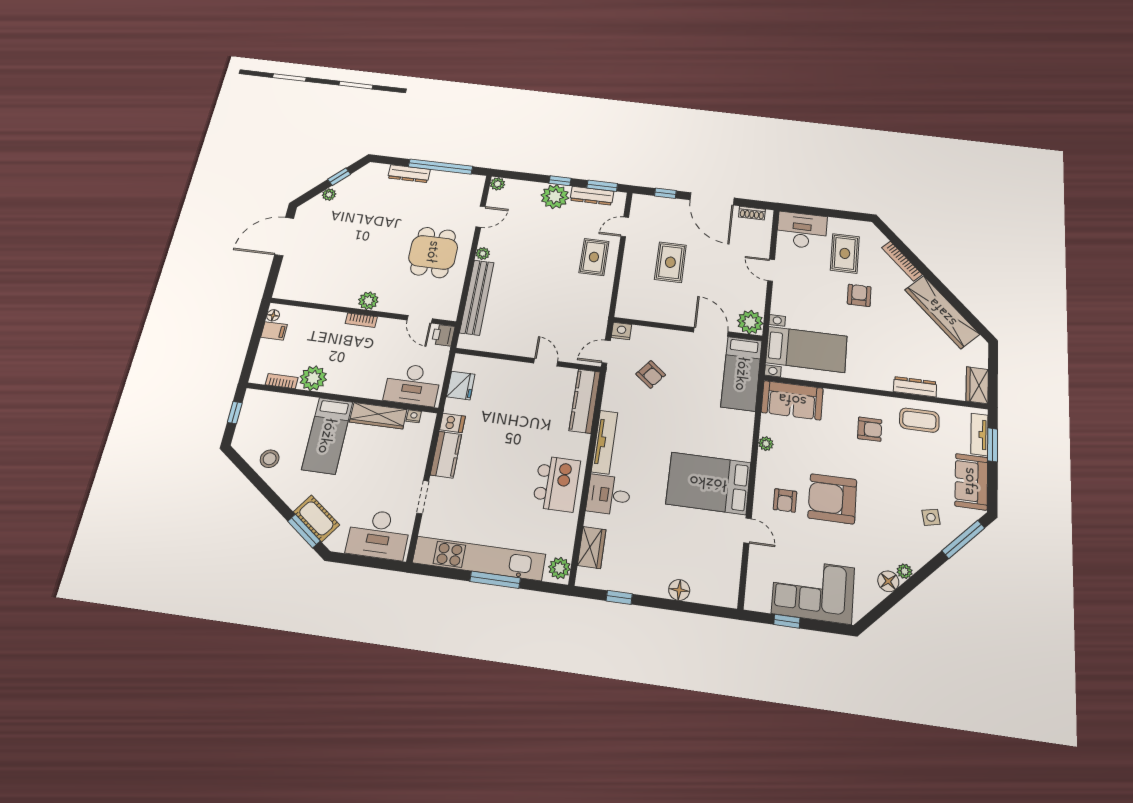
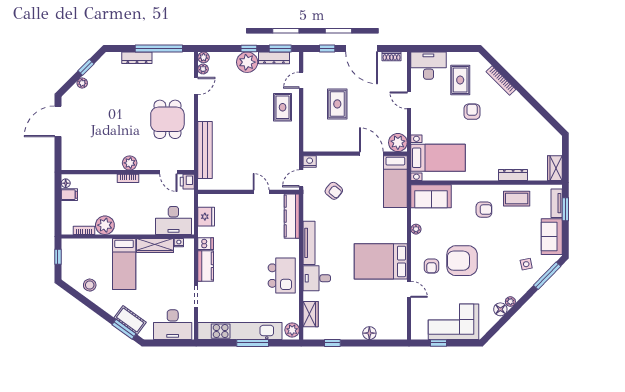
plant: (483, 254) -> (203, 69), moved
wardrobe: (942, 312) -> (530, 117), removed

